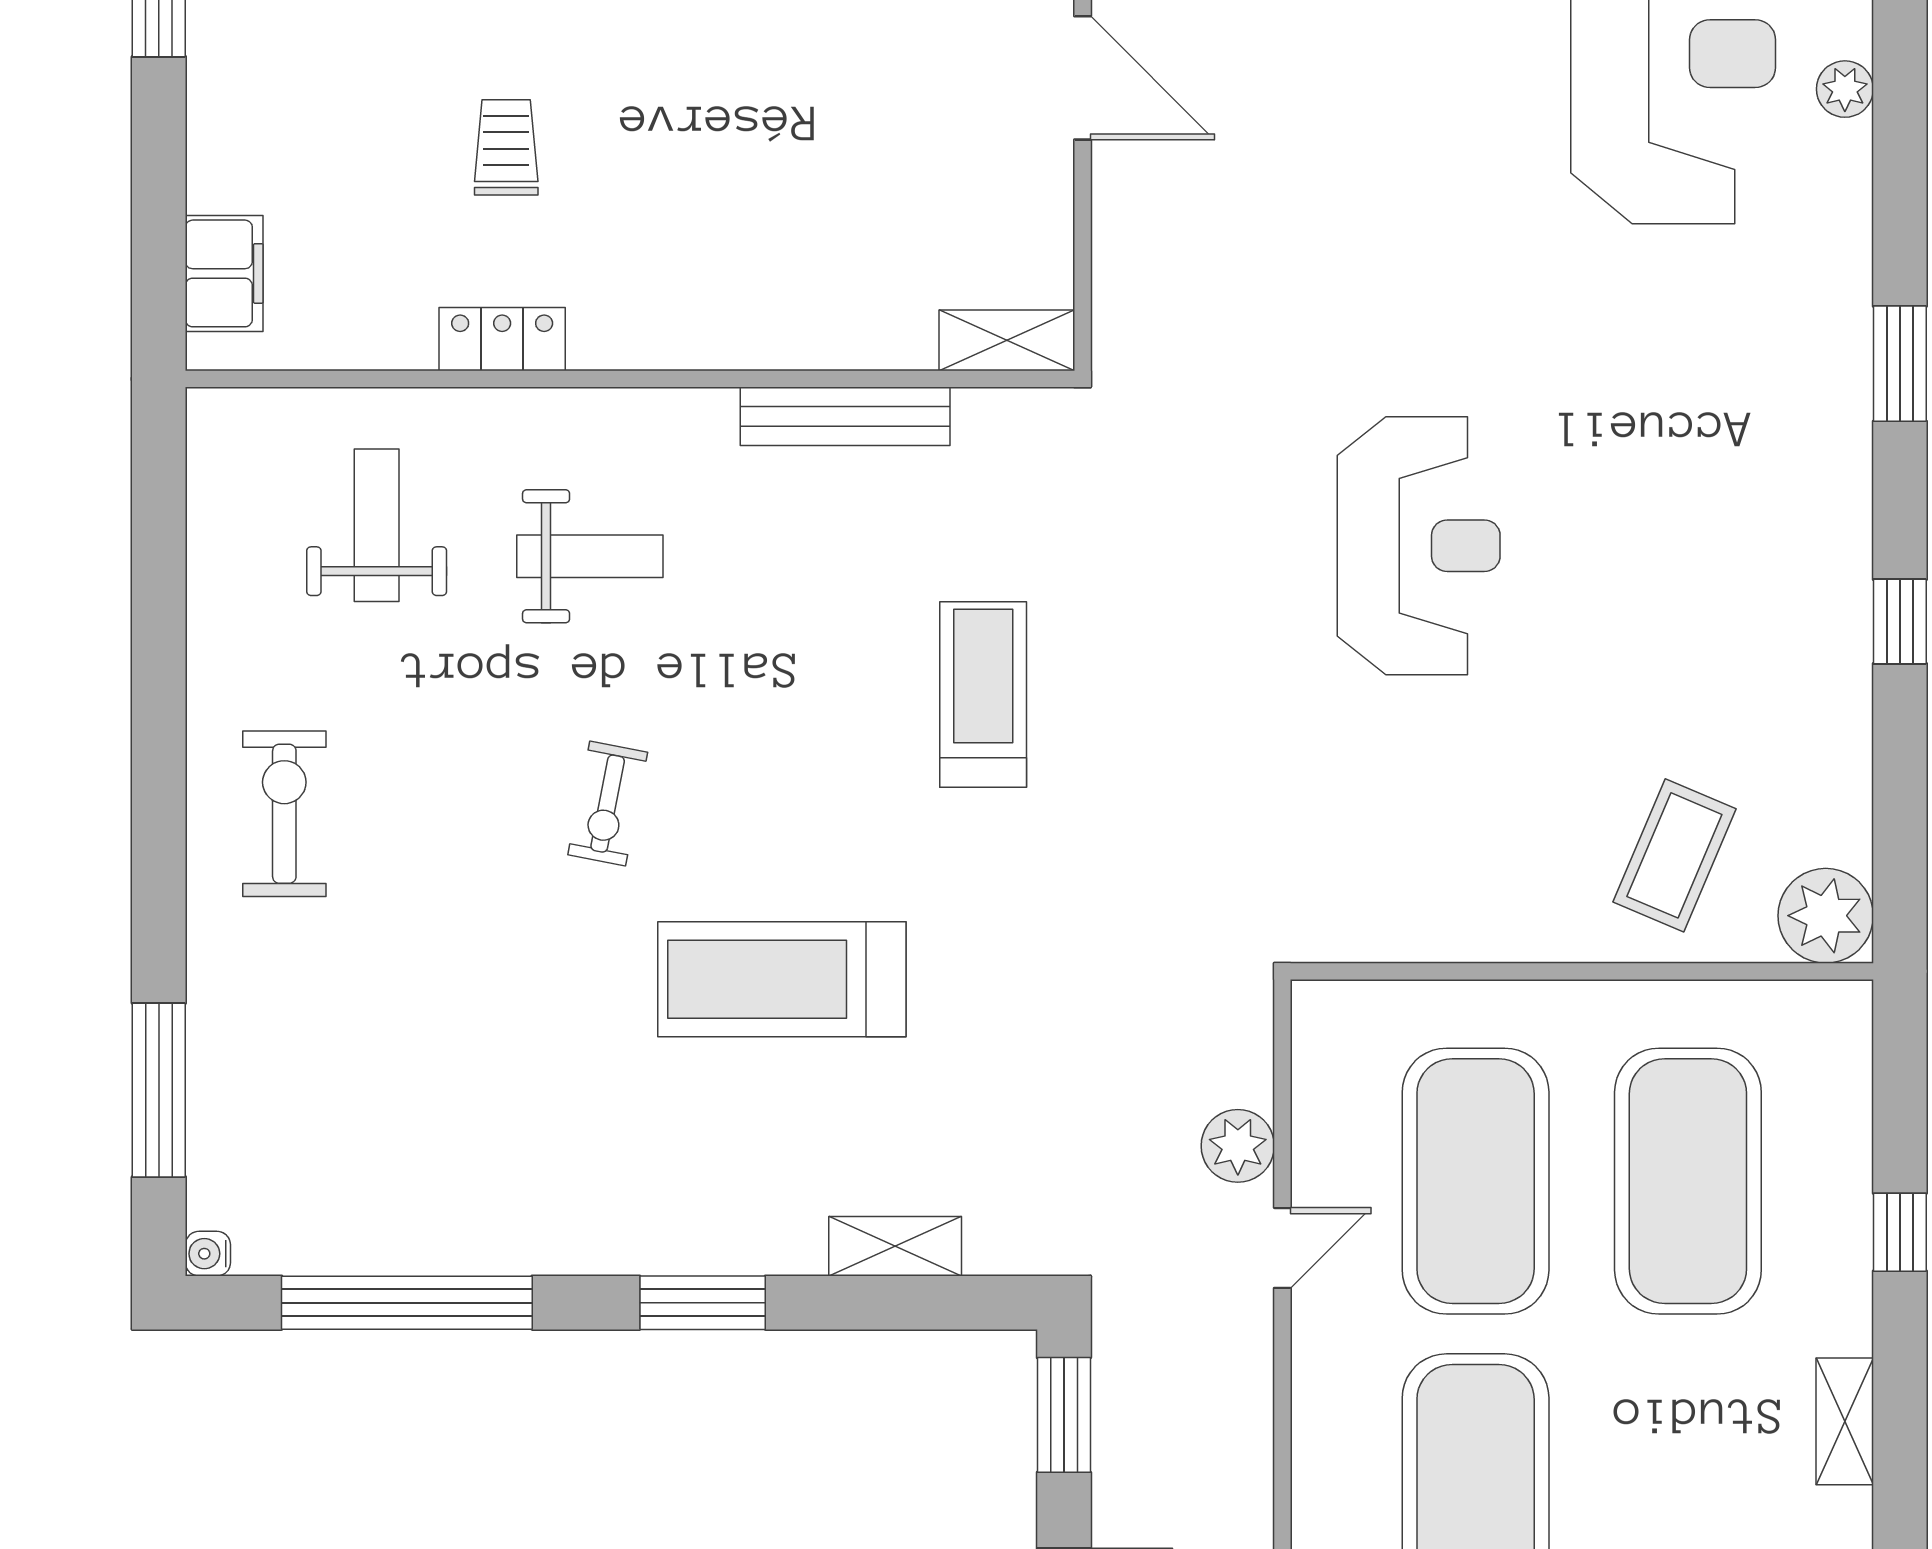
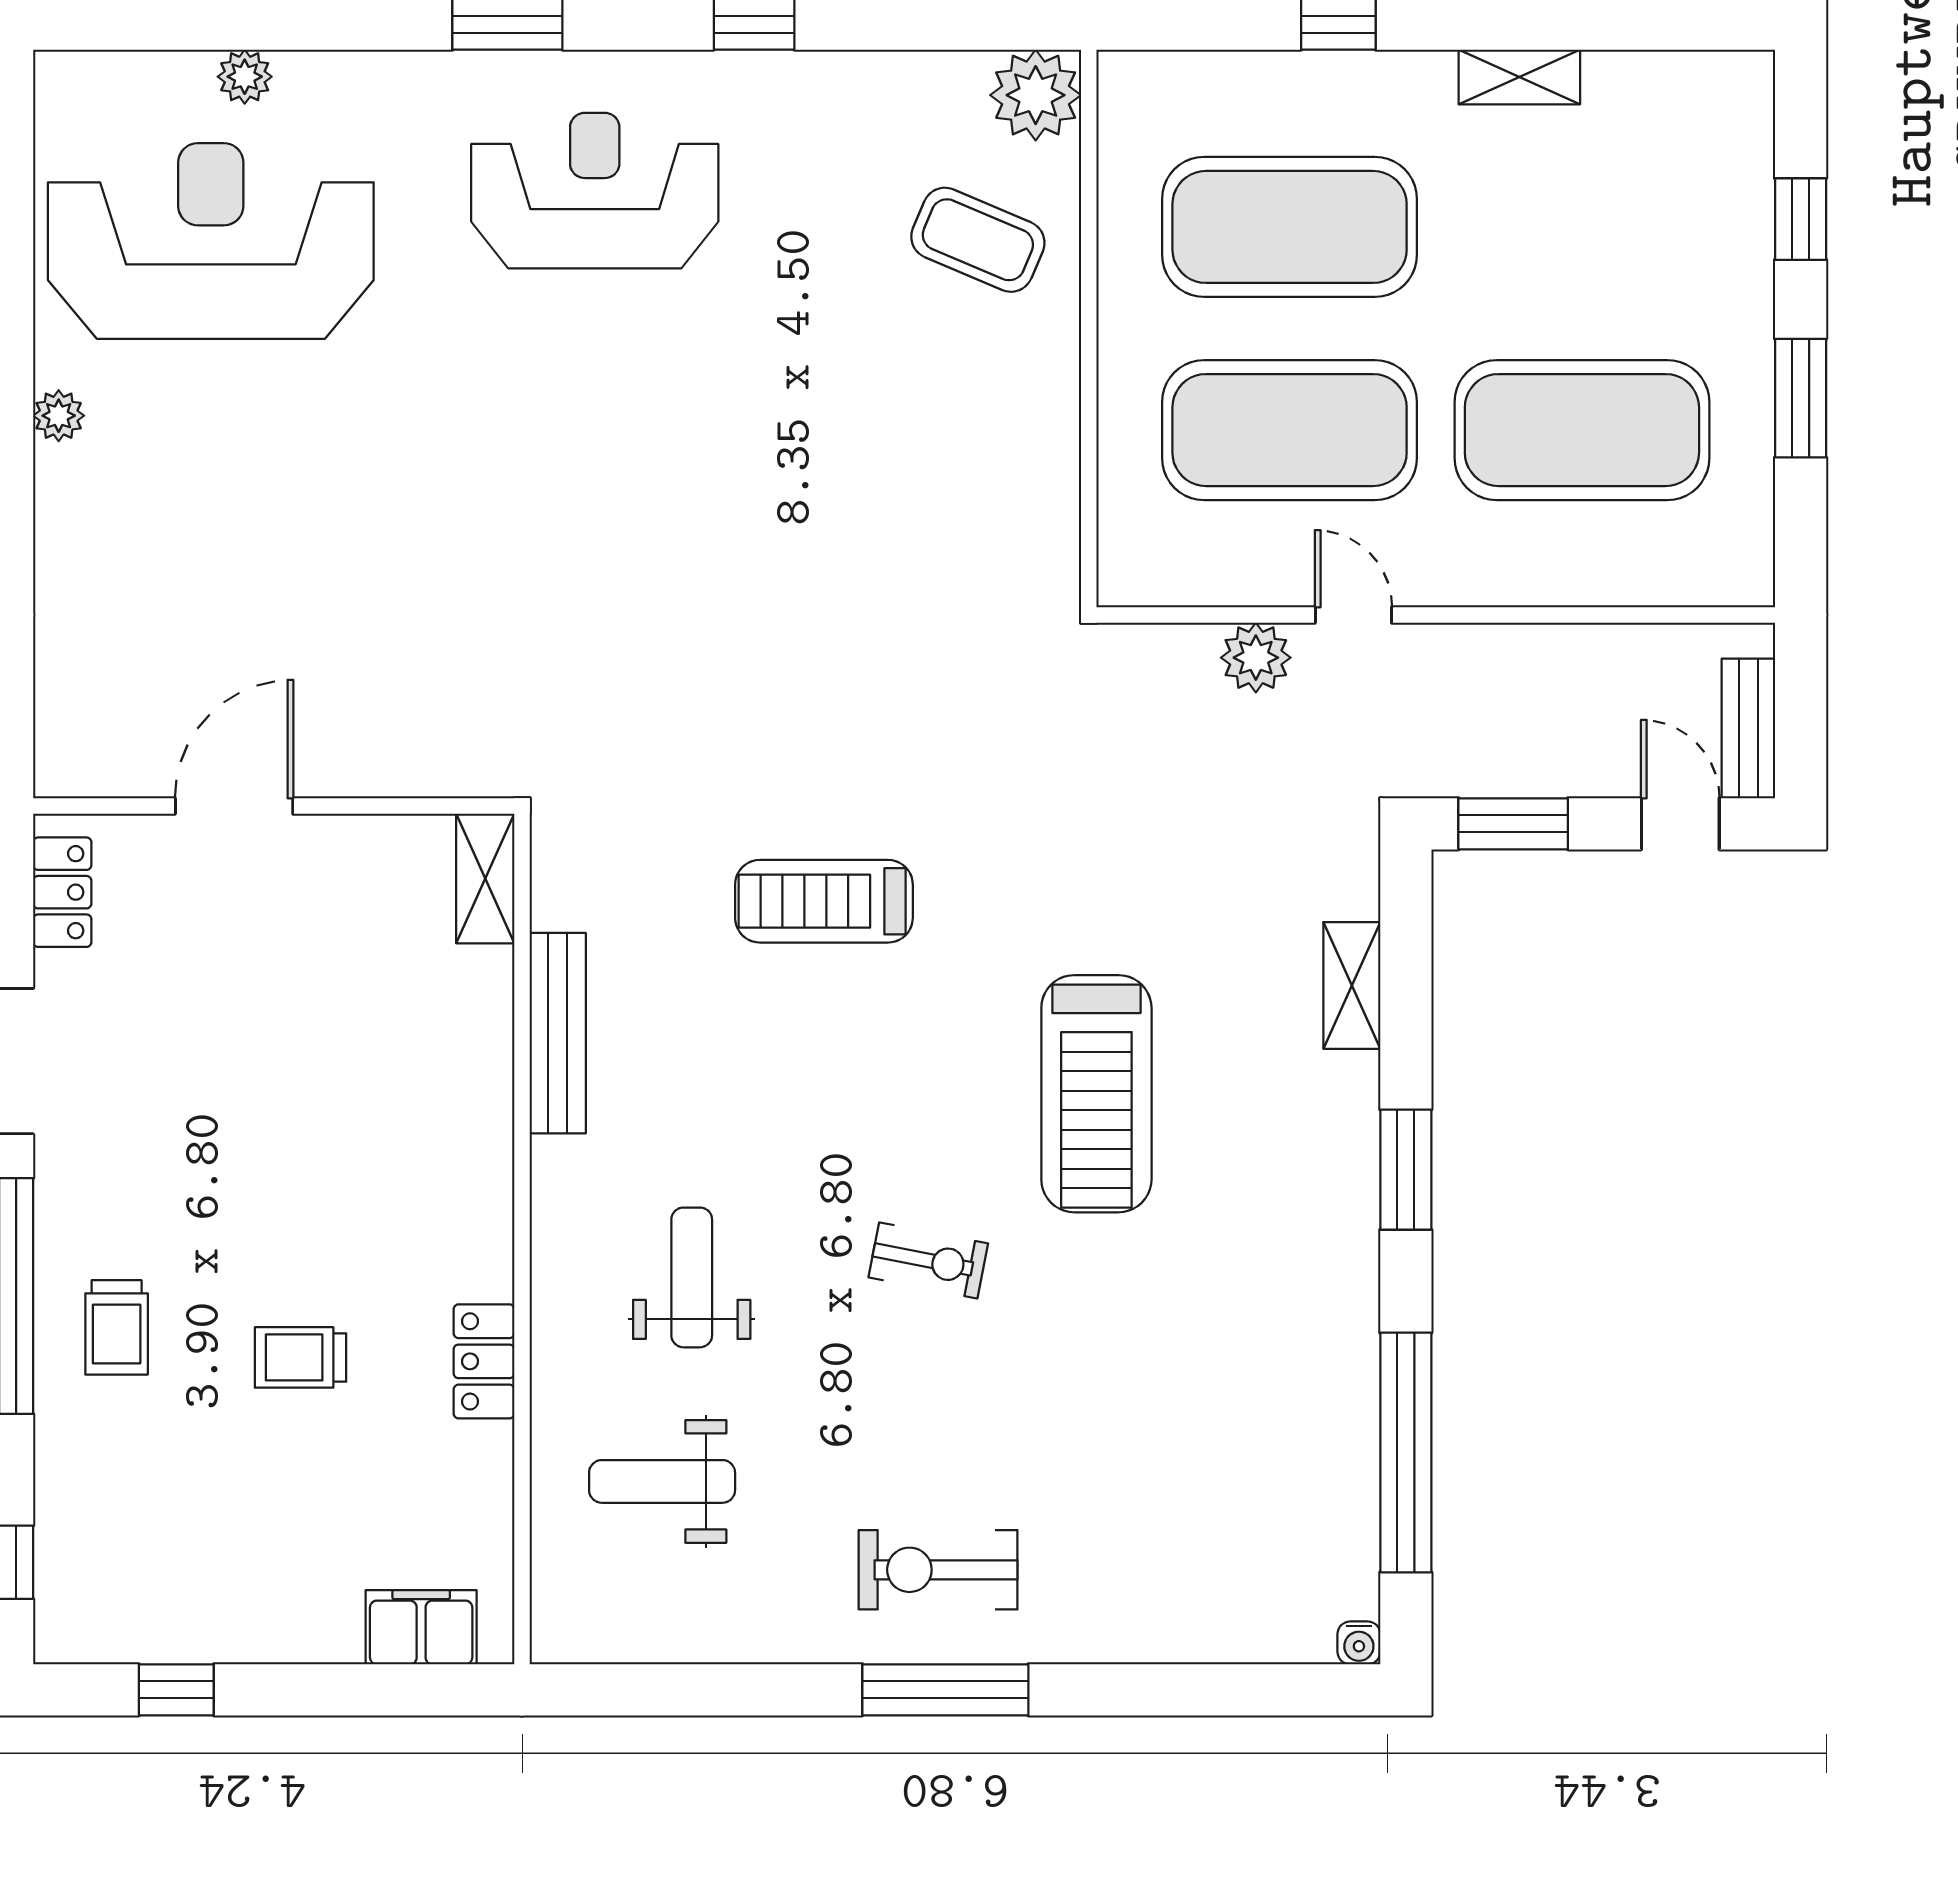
reception desk: (1419, 546) -> (595, 191), moved
window: (159, 1090) -> (945, 1690), moved

